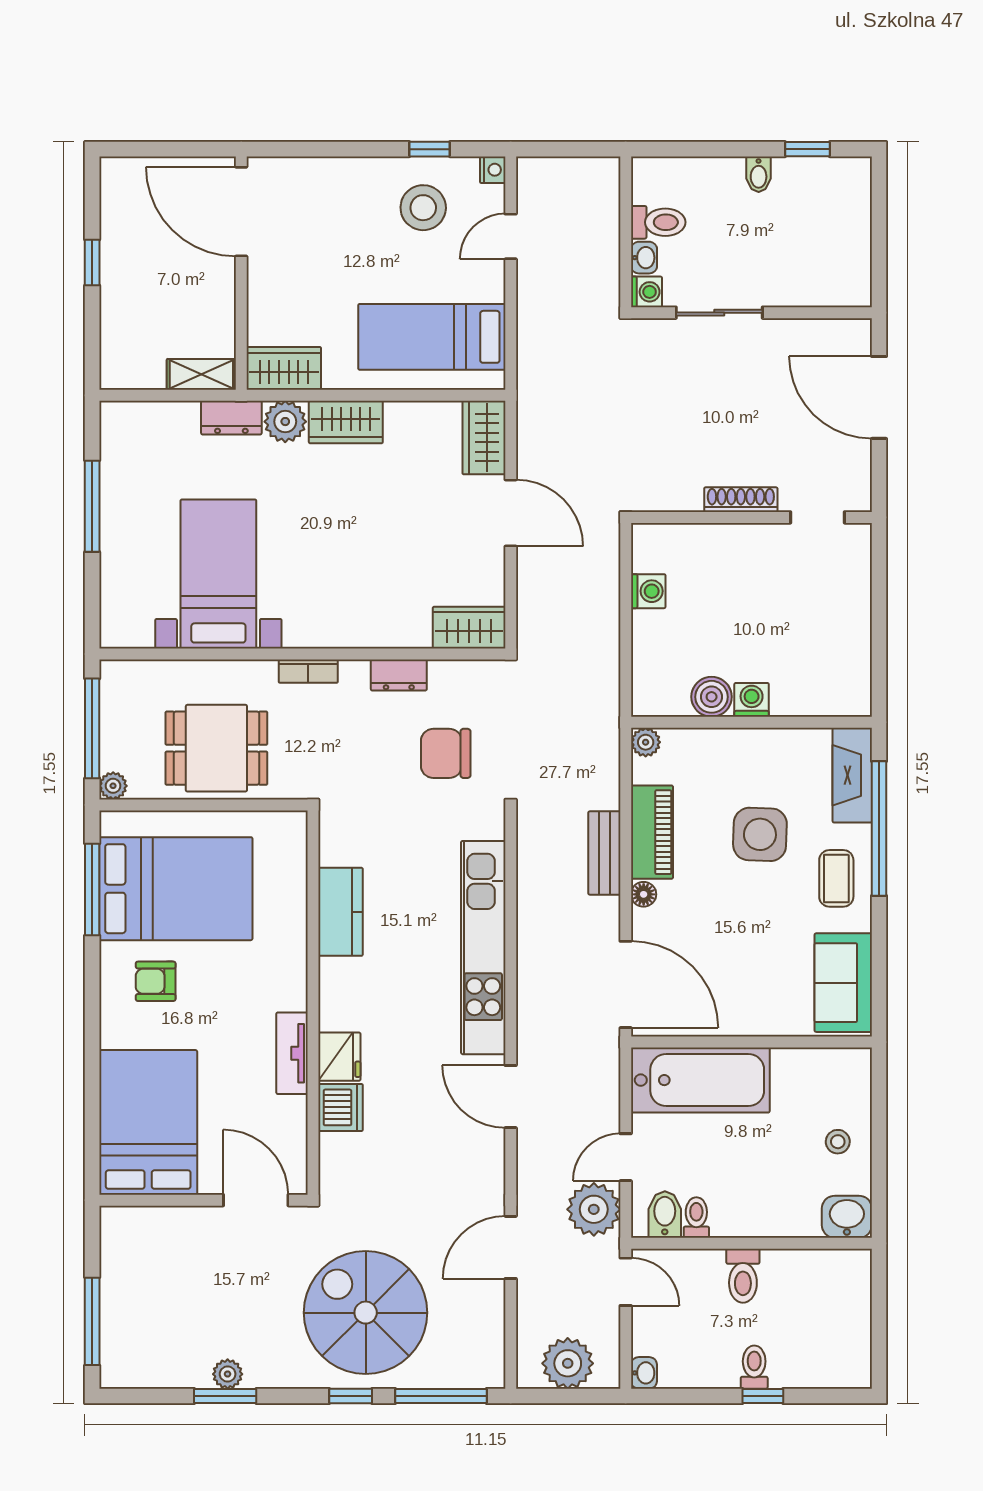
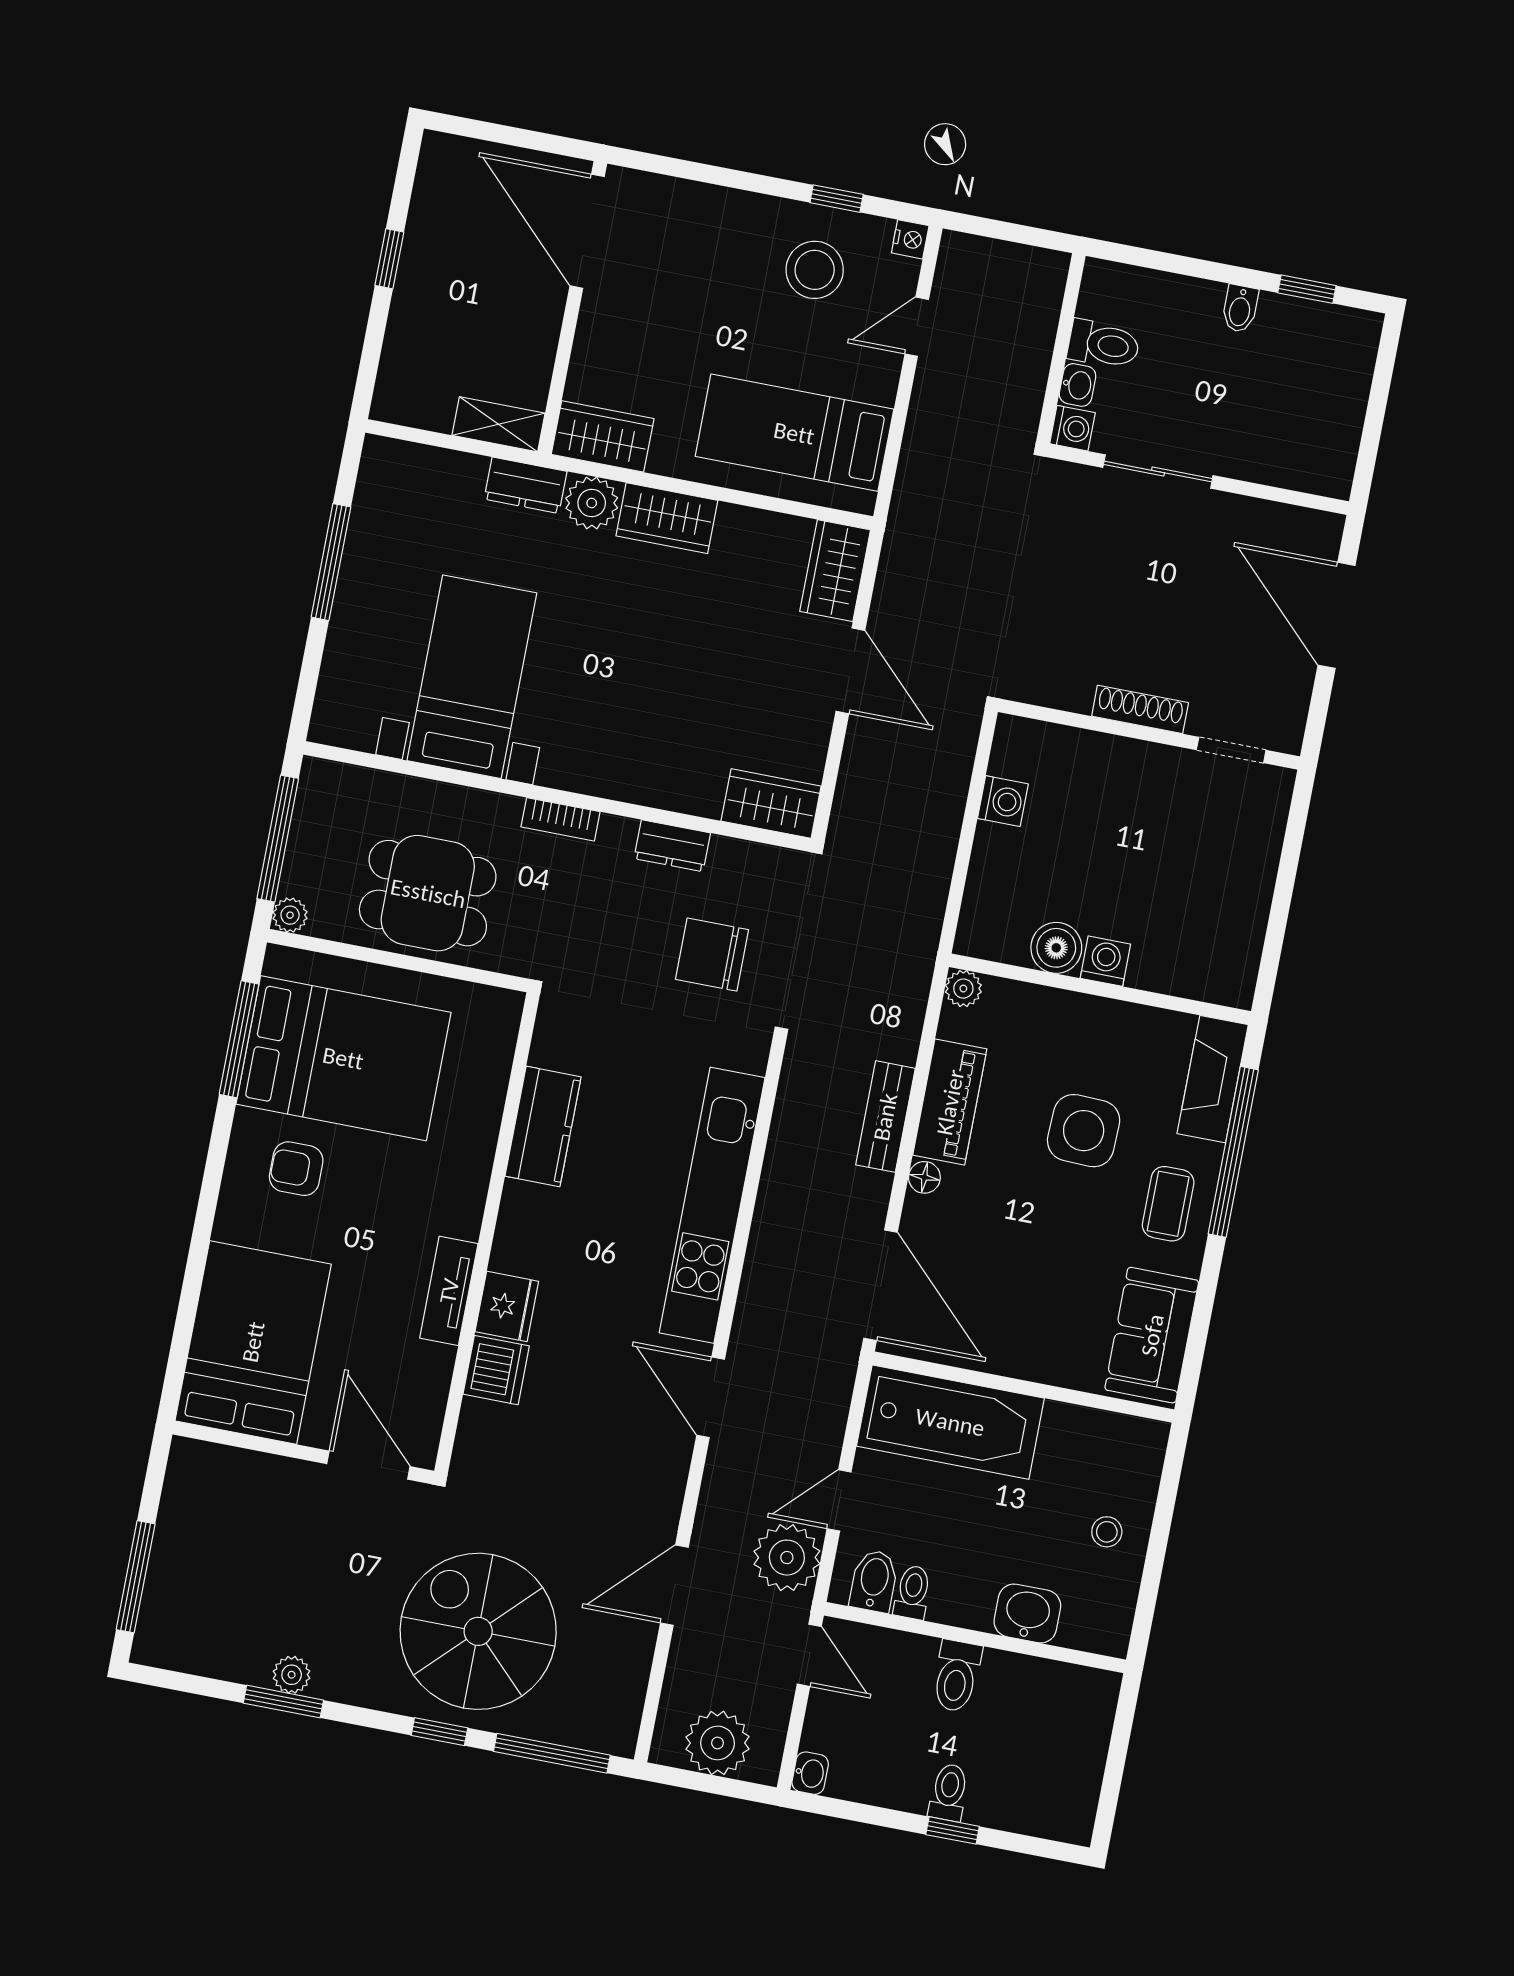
washbasin: (847, 1217) -> (1027, 1614), moved

